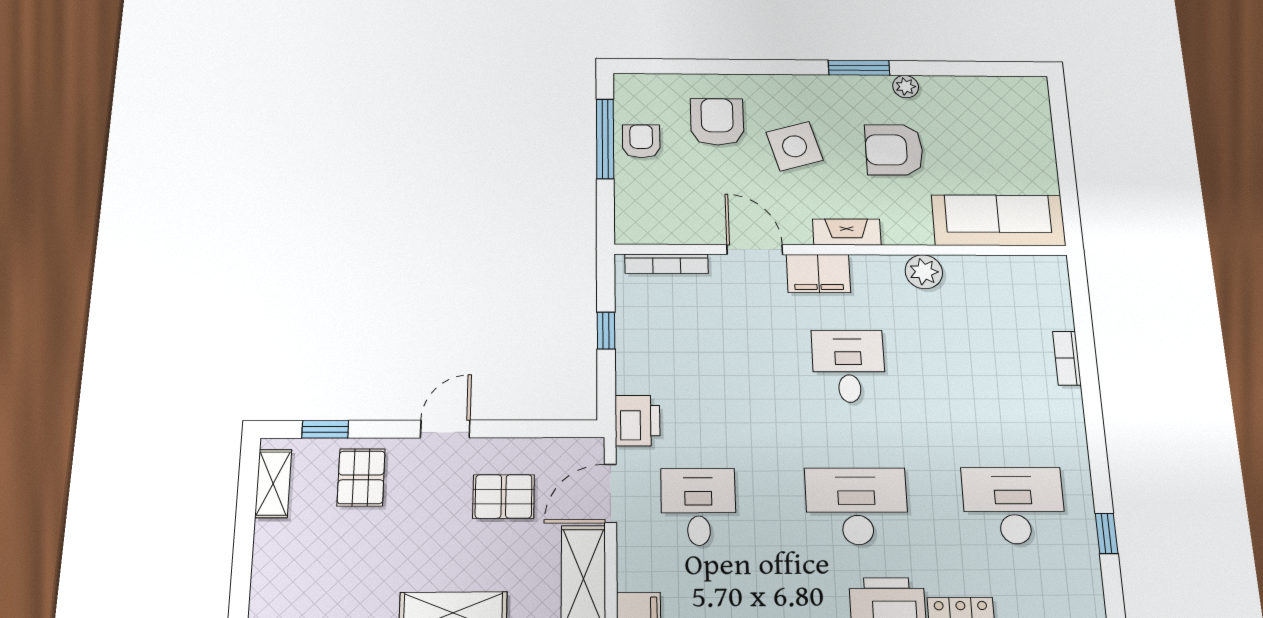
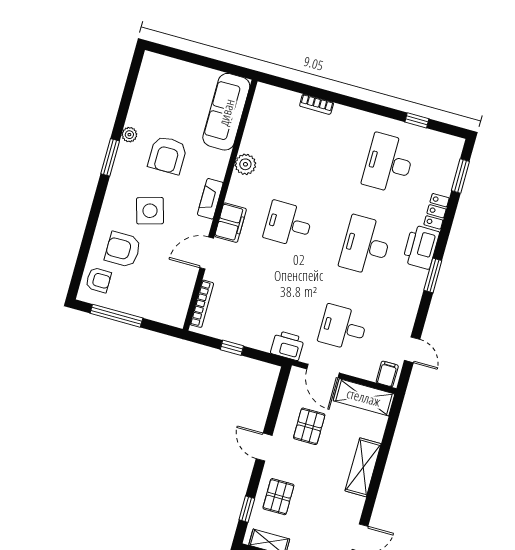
armchair: (641, 141) -> (98, 280), moved, turned 180
pallet: (361, 477) -> (278, 497), turned 90

